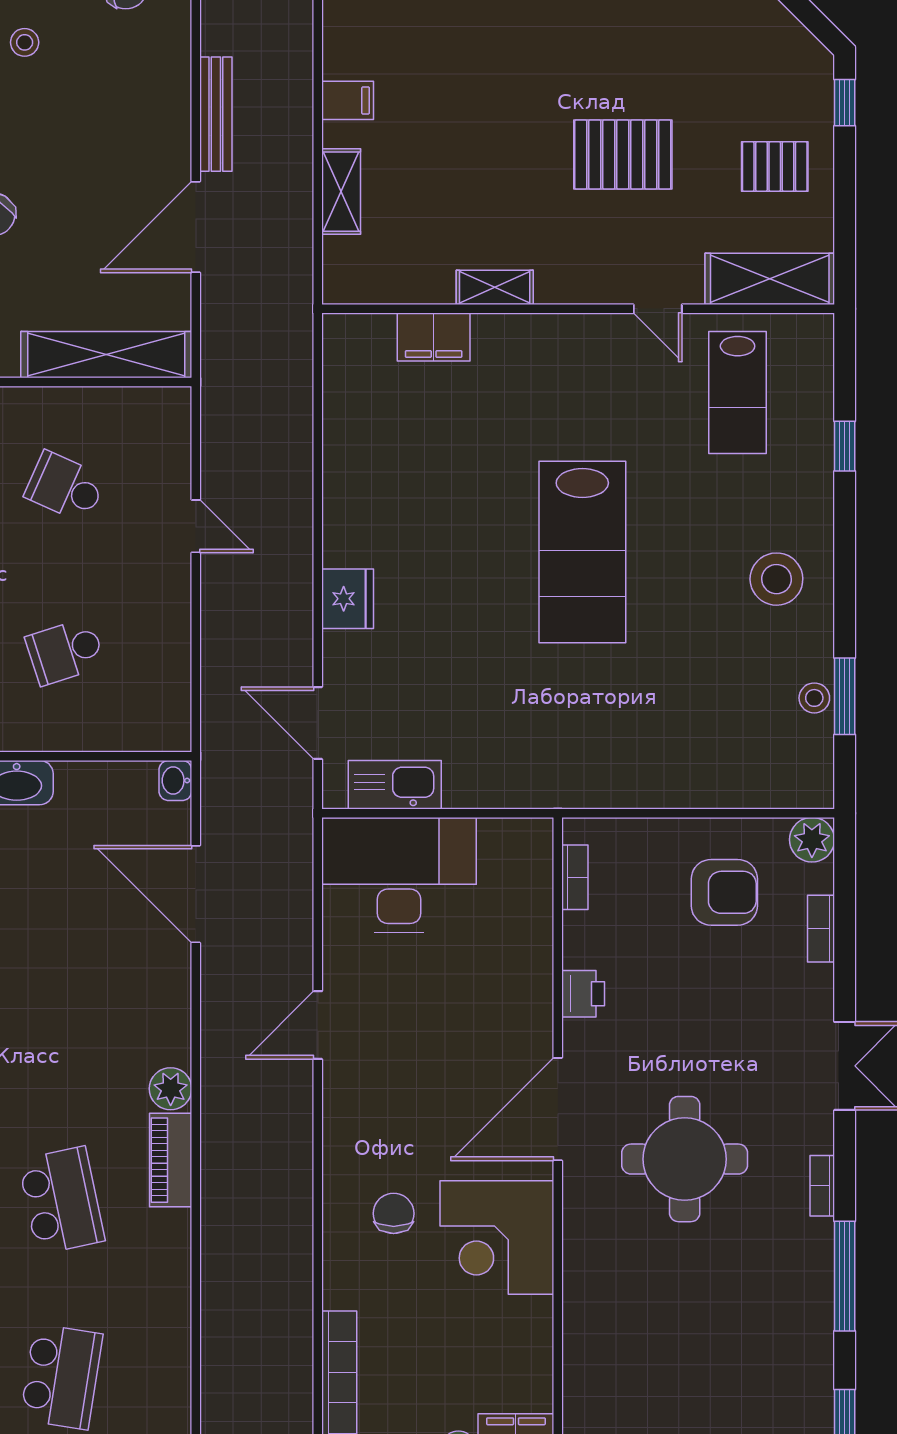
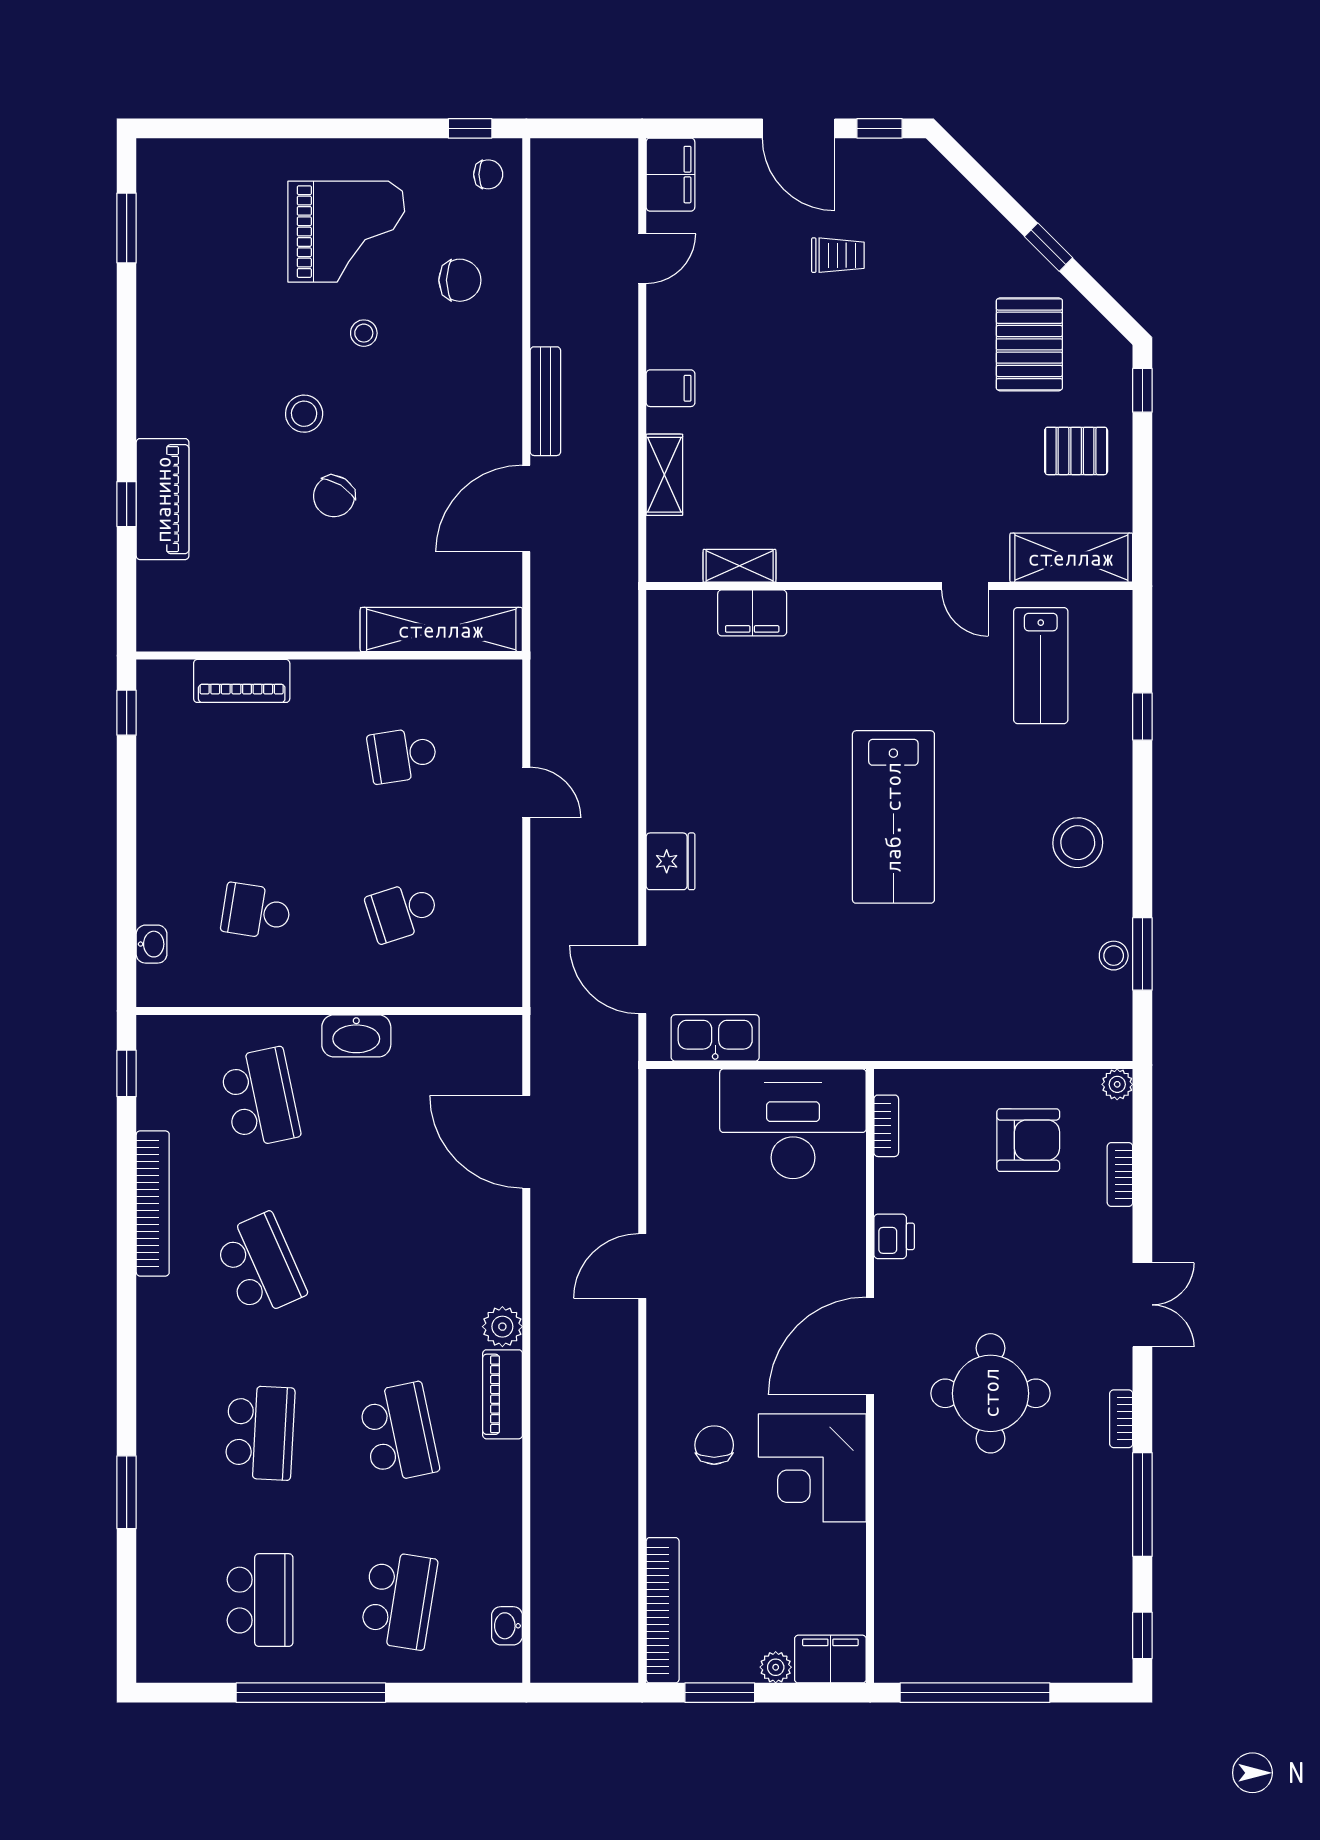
pallet: (623, 154) -> (1029, 344), moved, turned 90
shelving: (495, 287) -> (740, 566), moved
school desk: (65, 487) -> (402, 755), turned -33
washbasin: (175, 780) -> (507, 1626), moved
plant: (812, 840) -> (1117, 1084), width x0.73, depth x0.73
desk: (399, 875) -> (793, 1124), moved

